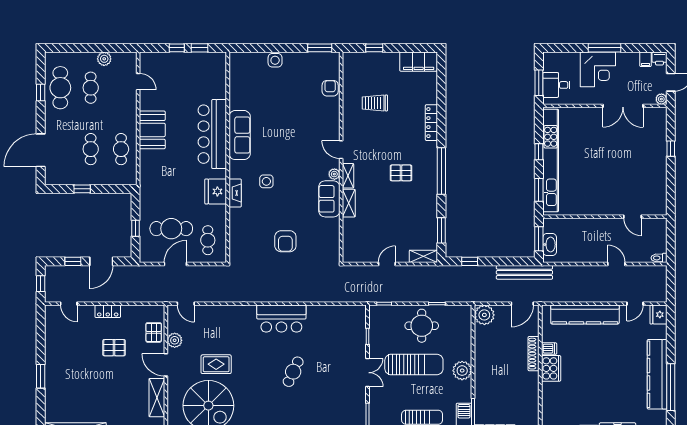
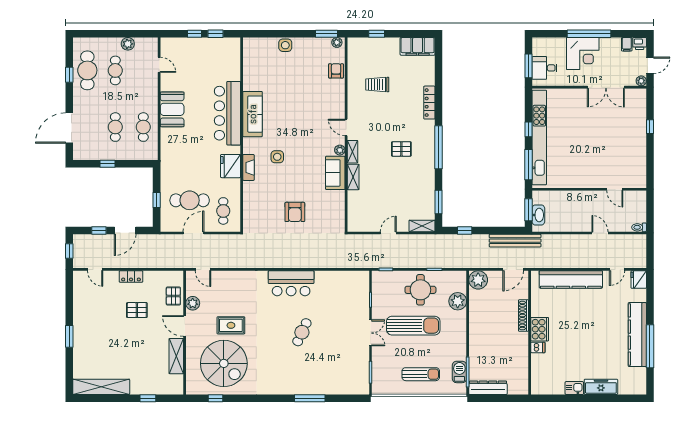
window: (604, 48) -> (589, 34), width x1.46
plant: (331, 57) -> (337, 42), added
window: (539, 190) -> (528, 165), width x1.44
dishwasher: (549, 349) -> (538, 347), moved
plant: (462, 371) -> (458, 301), moved

